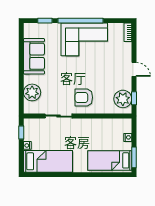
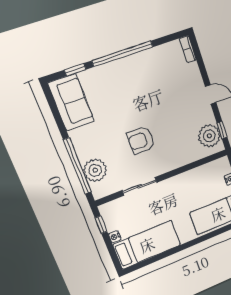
corner sofa: (84, 39) -> (136, 77), removed
sofa: (34, 56) -> (71, 102), moved
window: (21, 85) -> (77, 166), added
armchair: (84, 97) -> (141, 140), moved

